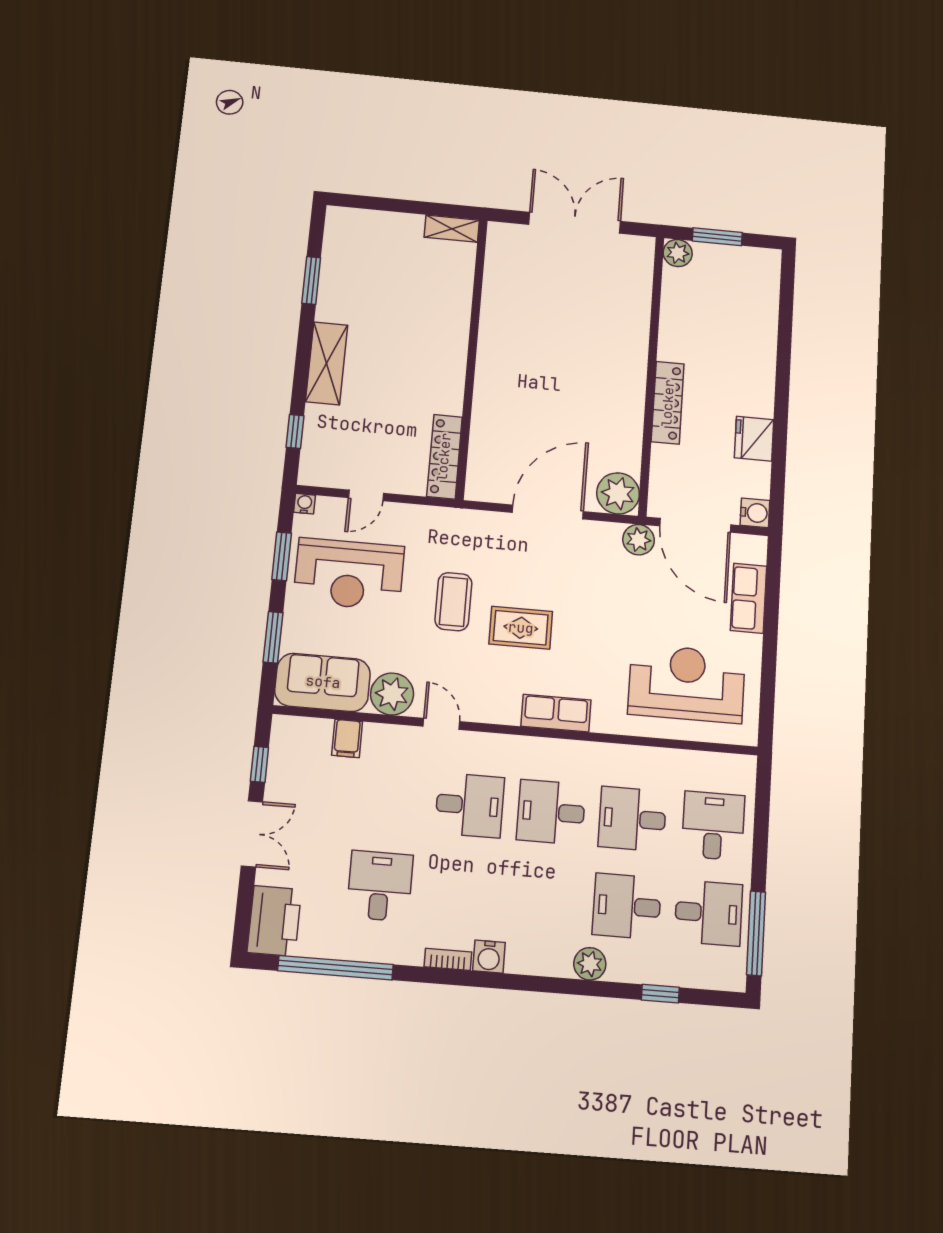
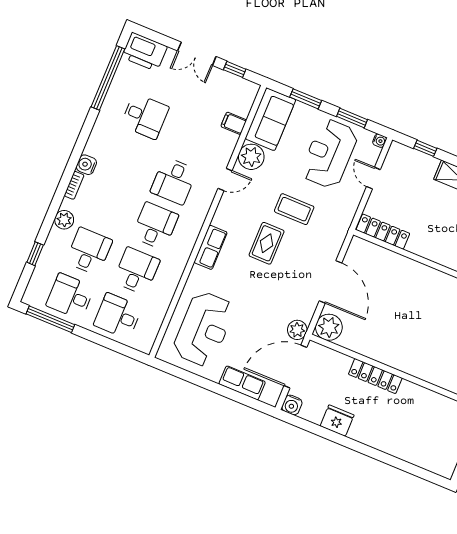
desk: (713, 826) -> (118, 316), turned 180
desk: (709, 913) -> (70, 296), turned 90
bookcase: (448, 959) -> (74, 185), moved

